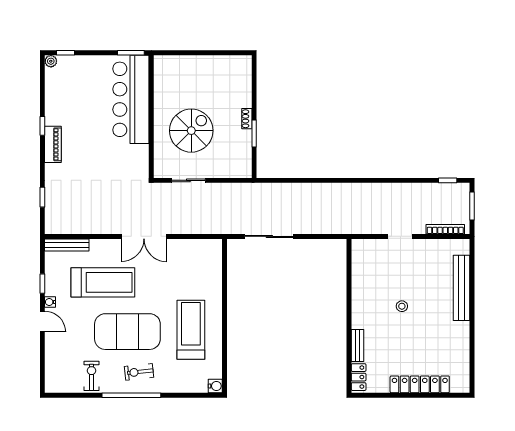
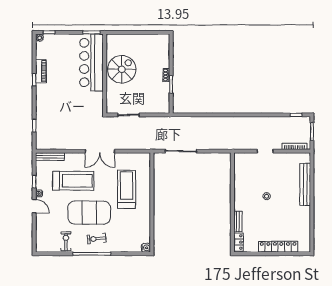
spiral stairs: (191, 131) -> (122, 69), moved
piano: (53, 144) -> (41, 71), moved
treadmill: (191, 330) -> (127, 189), moved

